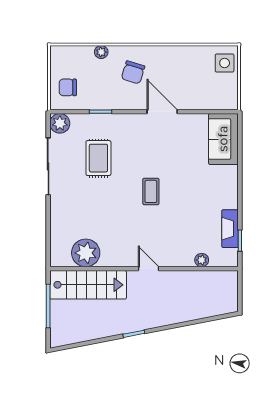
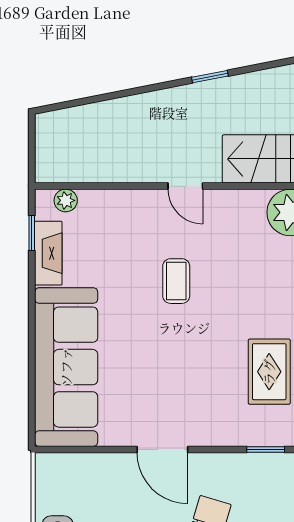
sofa: (223, 139) -> (66, 367), width x1.85, depth x1.27
coffee table: (151, 191) -> (176, 281), moved
plant: (202, 260) -> (66, 200), moved

